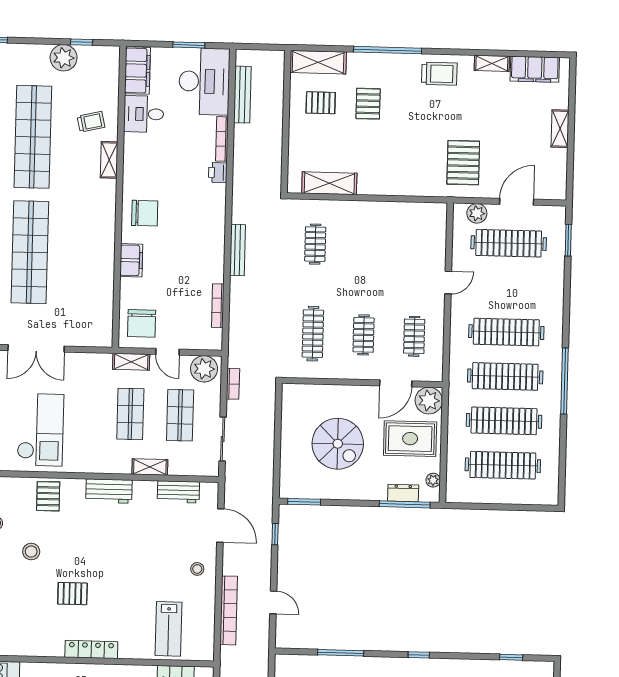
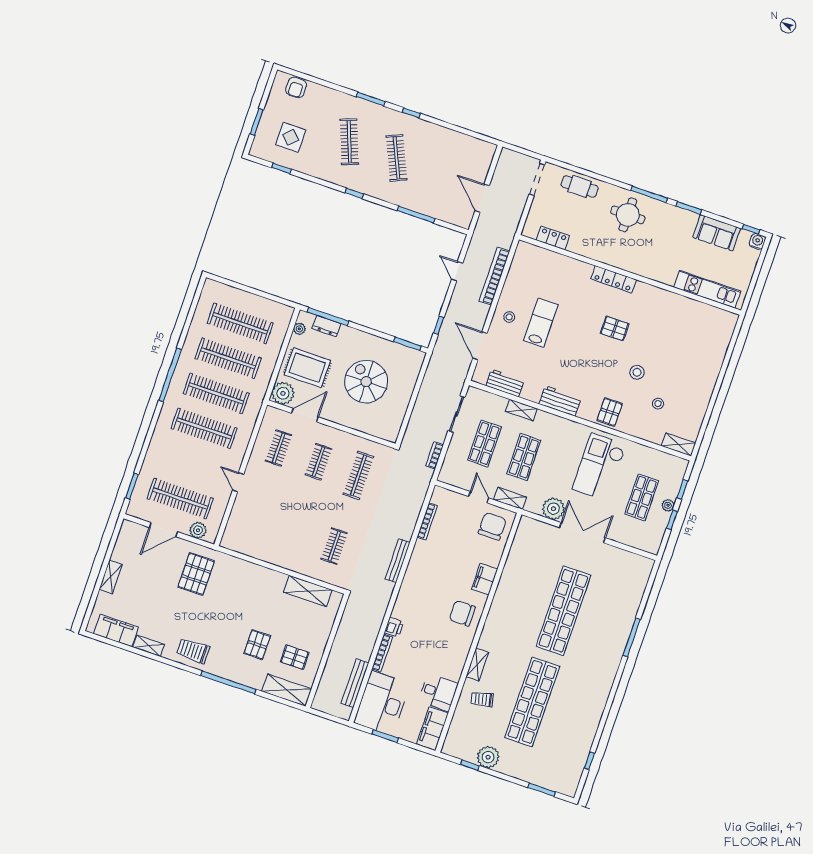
door: (448, 283) -> (238, 482), hinge flipped
plant: (204, 369) -> (553, 509), moved
lab bench: (168, 629) -> (541, 323), moved

